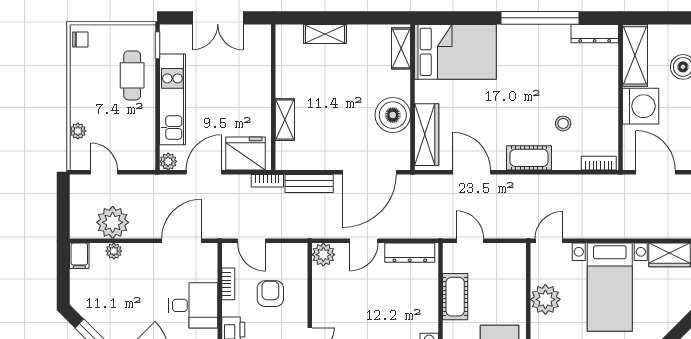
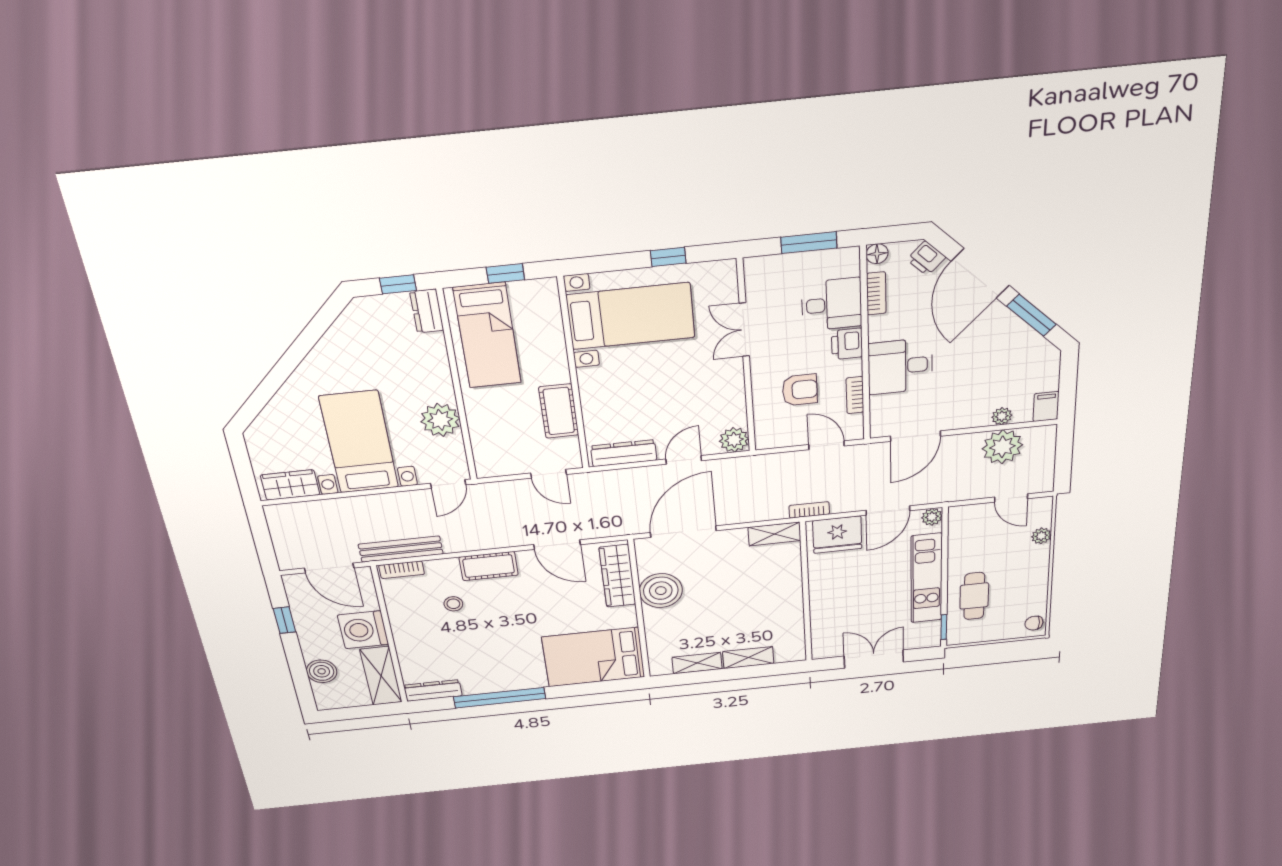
shelving: (401, 48) -> (697, 663), moved, turned 90
shelving: (285, 120) -> (774, 534), moved, turned 90
bench: (309, 184) -> (401, 549), moved, width x1.36
armchair: (270, 294) -> (800, 390), turned -90

